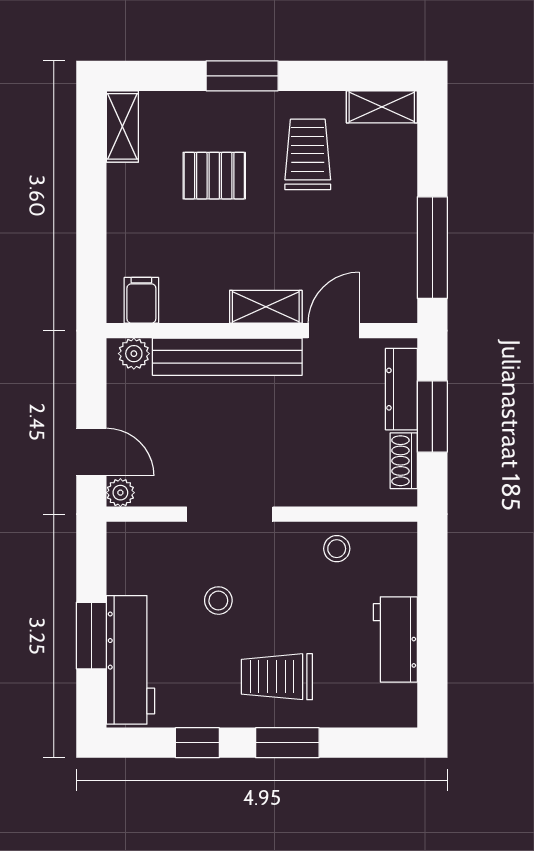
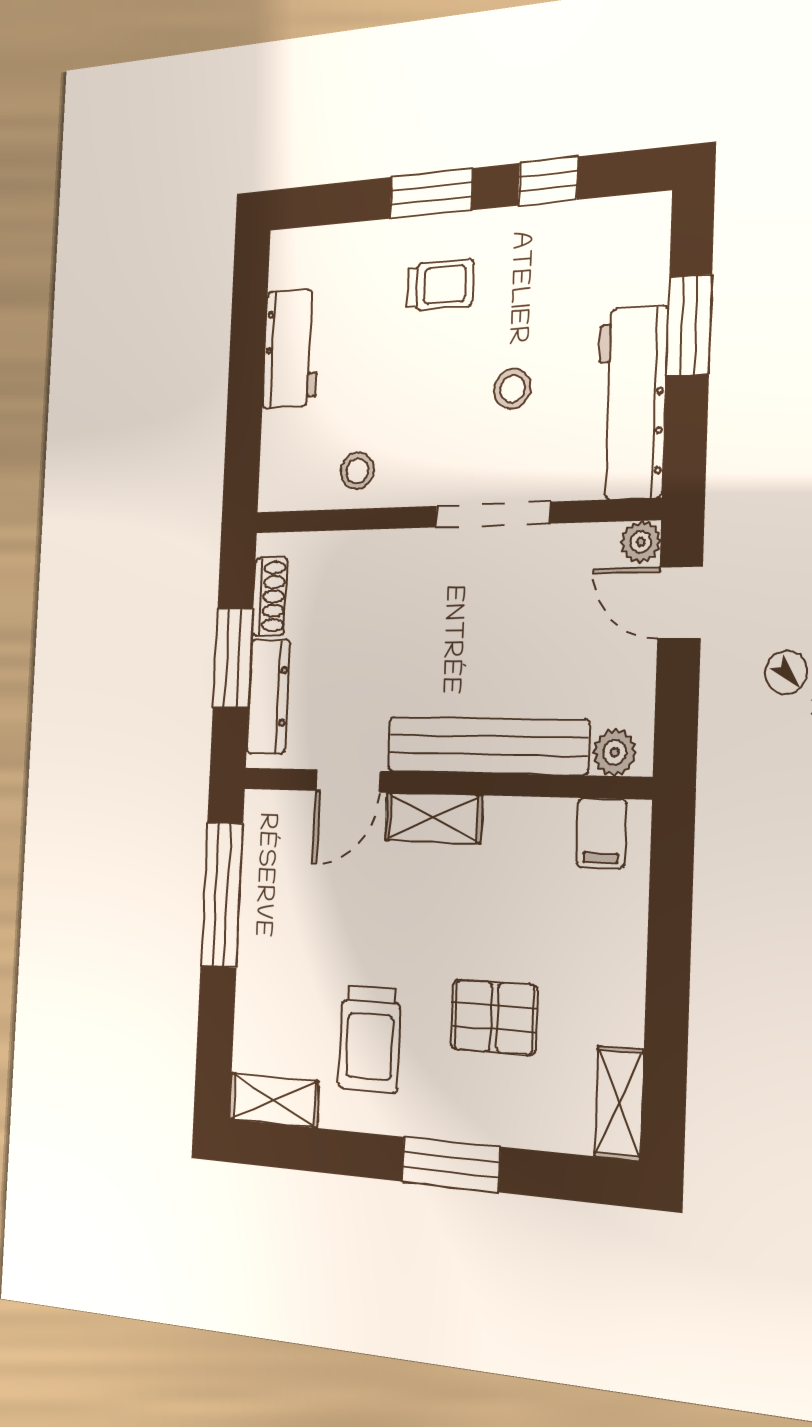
workbench: (131, 660) -> (631, 403), moved
trolley: (277, 677) -> (440, 285), width x0.73, depth x0.72

